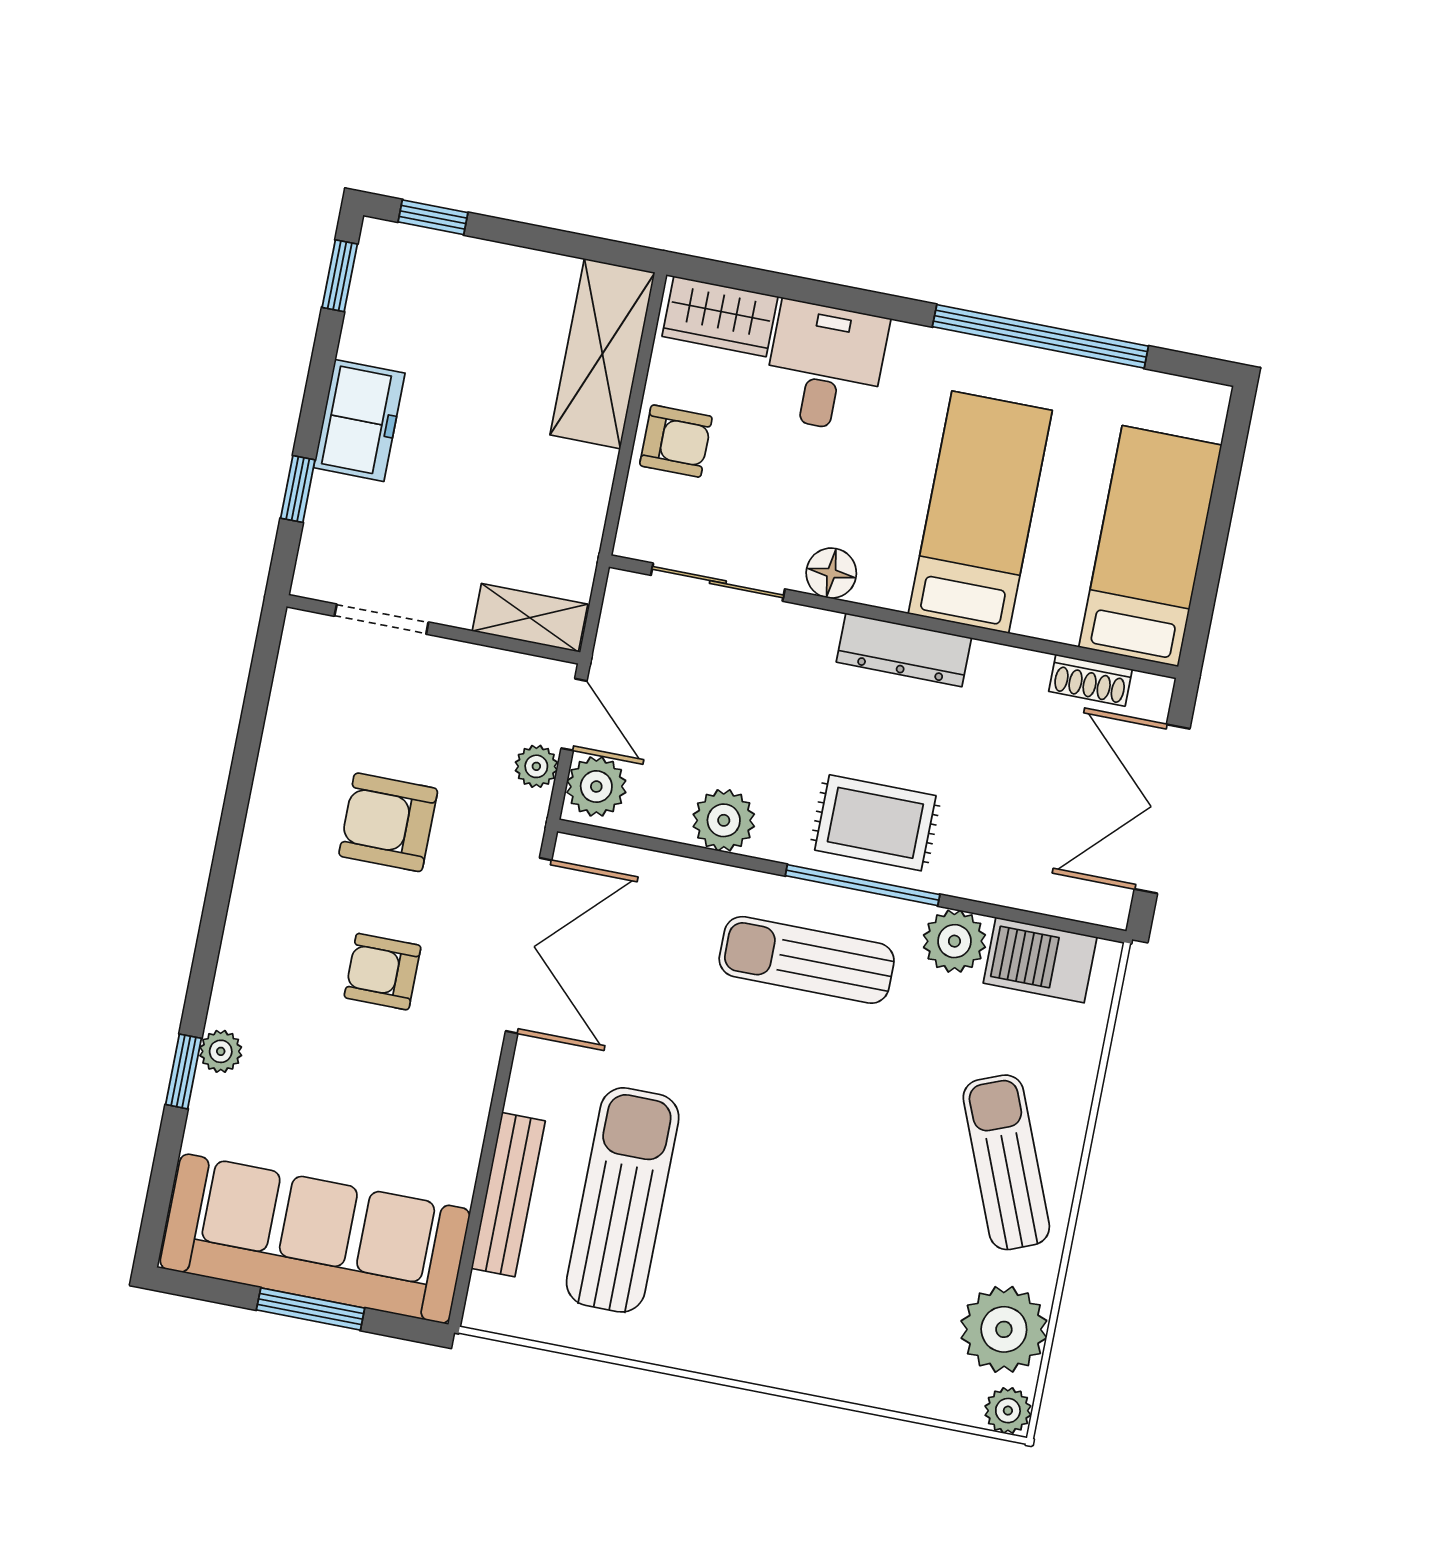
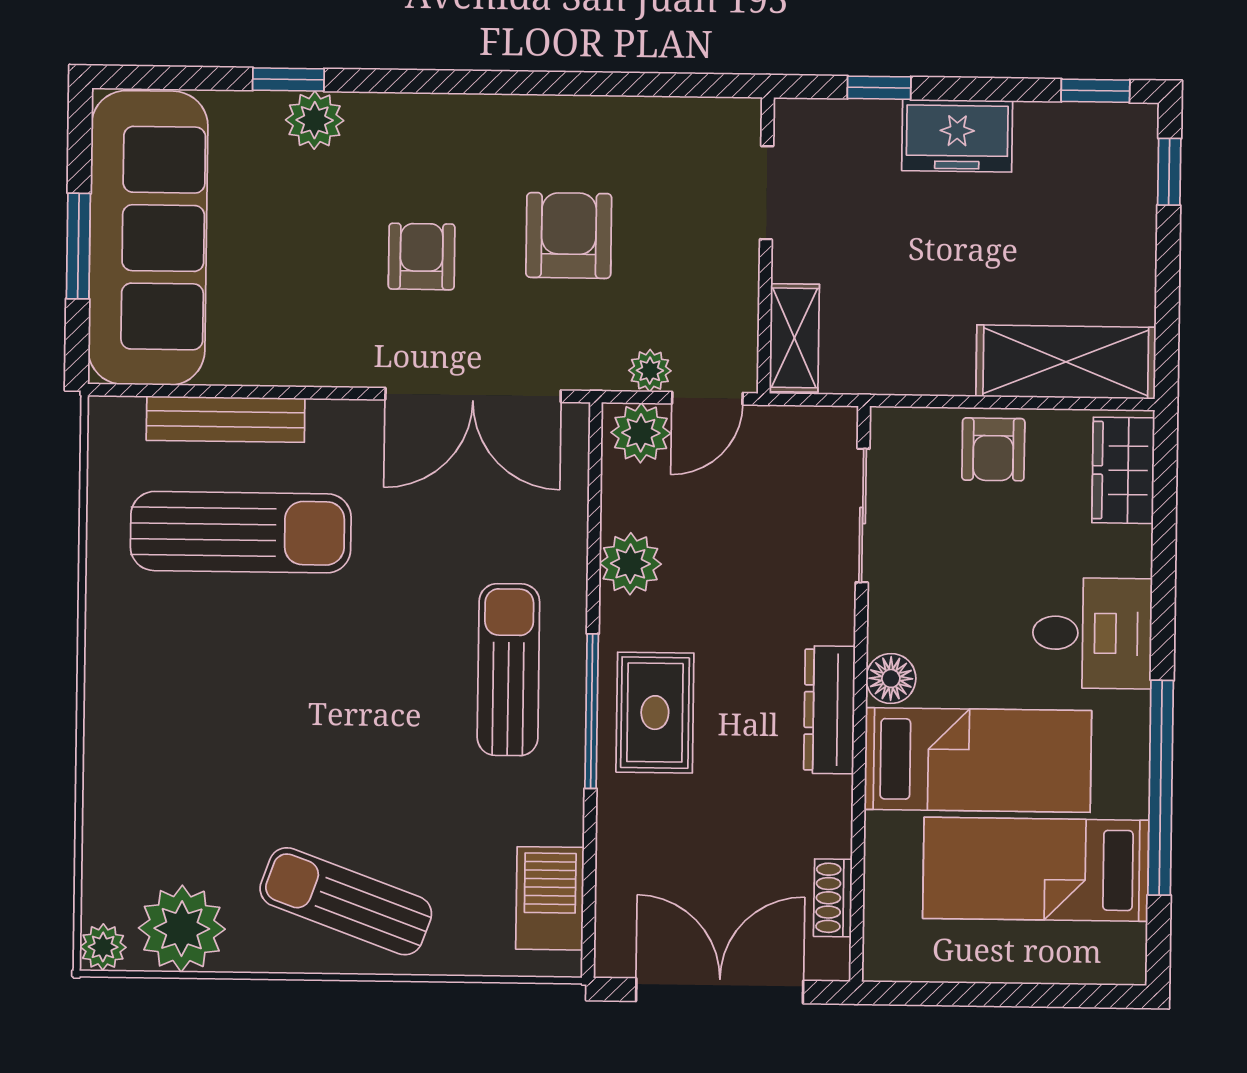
desk: (825, 366) -> (1092, 633), moved
bed: (1150, 546) -> (1036, 869), moved, turned 180
floor lamp: (831, 573) -> (891, 678), moved
plant: (954, 941) -> (553, 811), removed
plant: (221, 1051) -> (315, 120), width x1.38, depth x1.38
sun lounger: (1006, 1162) -> (346, 901), turned -138

